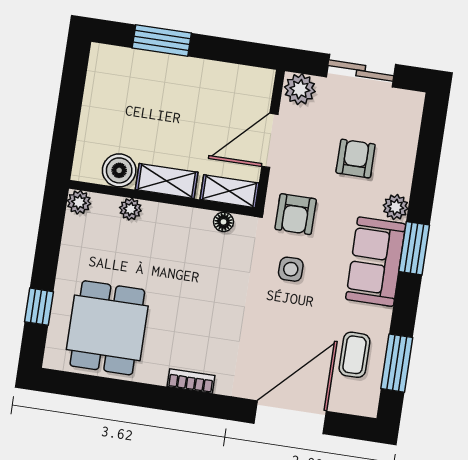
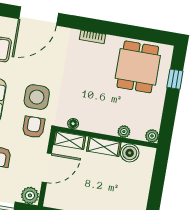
side table: (291, 269) -> (37, 97), width x1.87, depth x1.87

